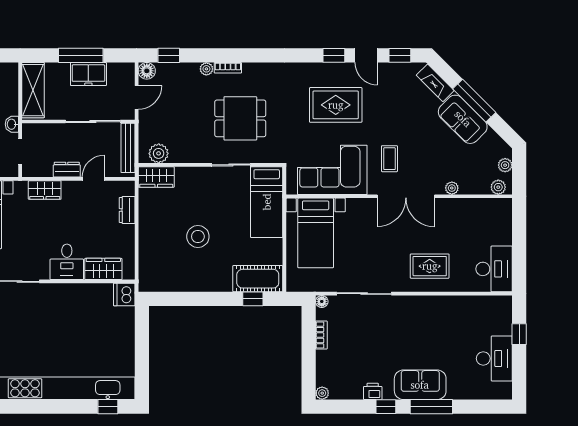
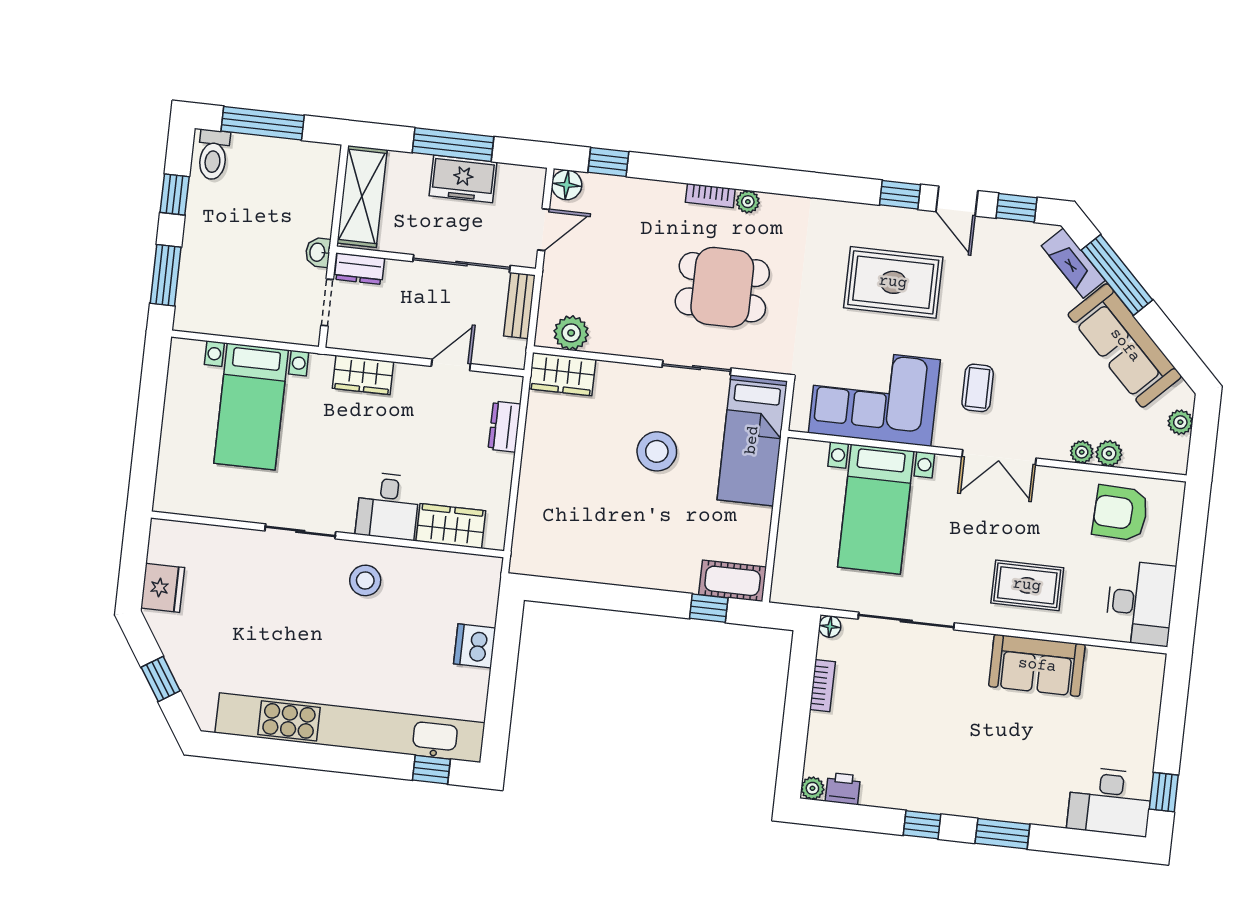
plant: (206, 69) -> (748, 202), moved
window: (474, 101) -> (1117, 275), moved
sofa: (463, 119) -> (1125, 345), width x1.36
bench: (128, 148) -> (519, 306), width x0.73
dresser: (67, 170) -> (359, 269), moved, turned 180
plant: (498, 187) -> (1109, 453), moved
double door: (406, 196) -> (999, 457), width x0.73
armchair: (477, 220) -> (1120, 513), added
bed with nightstands: (316, 233) -> (876, 509), moved
stool: (198, 237) -> (657, 451), moved
cot: (258, 279) -> (733, 581), width x0.73, depth x0.75
dishwasher: (124, 295) -> (475, 646), moved
stool: (59, 305) -> (365, 580), added
window: (519, 334) -> (1164, 792), moved
desk: (494, 358) -> (1110, 802), moved, turned 90
sofa: (420, 385) -> (1037, 665), moved, turned 180
printer: (373, 391) -> (843, 789), moved
window: (431, 407) -> (1002, 834), width x0.69

